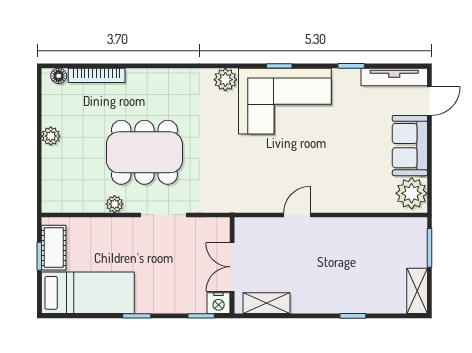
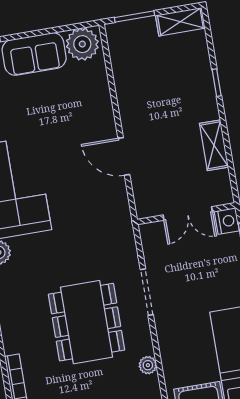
plant: (115, 204) -> (148, 365), moved
door: (297, 215) -> (124, 156), width x1.38
shelving: (267, 303) -> (214, 145), moved

